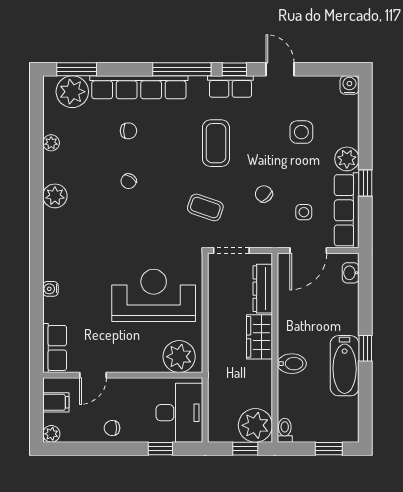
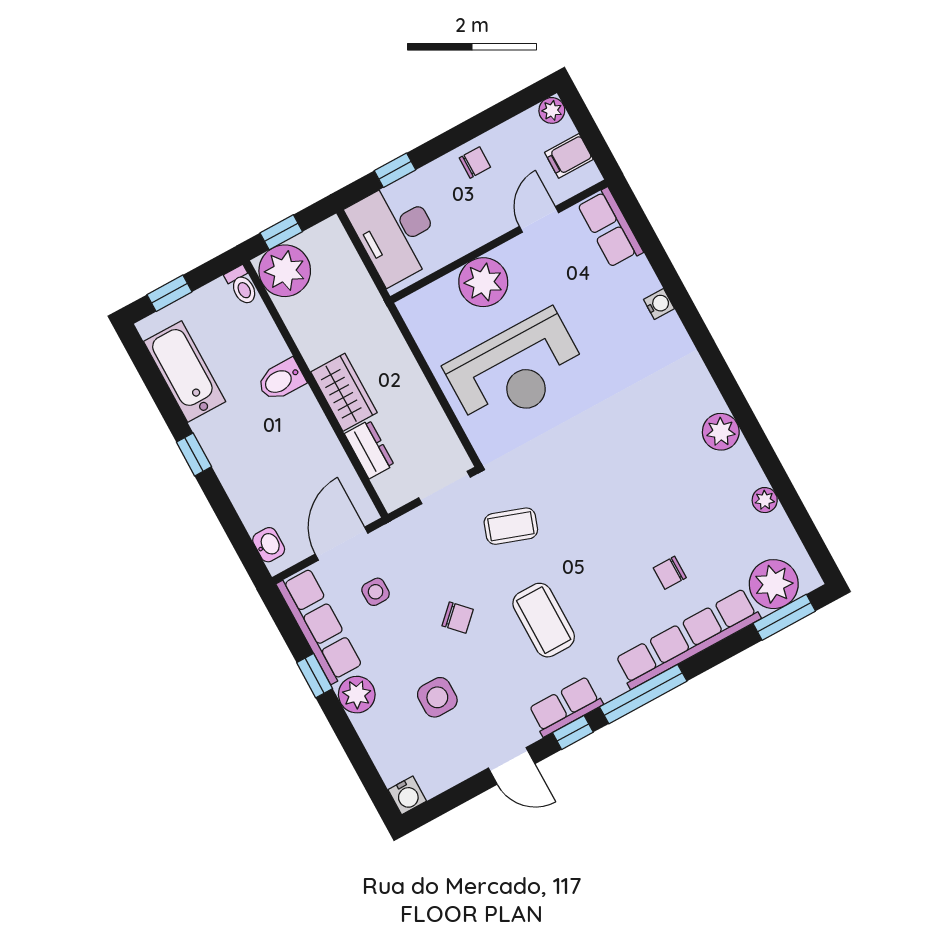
chair: (129, 181) -> (633, 505), removed
chair: (264, 194) -> (458, 618), moved
dresser: (263, 289) -> (369, 449), width x0.70
plant: (179, 357) -> (483, 282), moved
bathtub: (345, 366) -> (185, 372), moved

